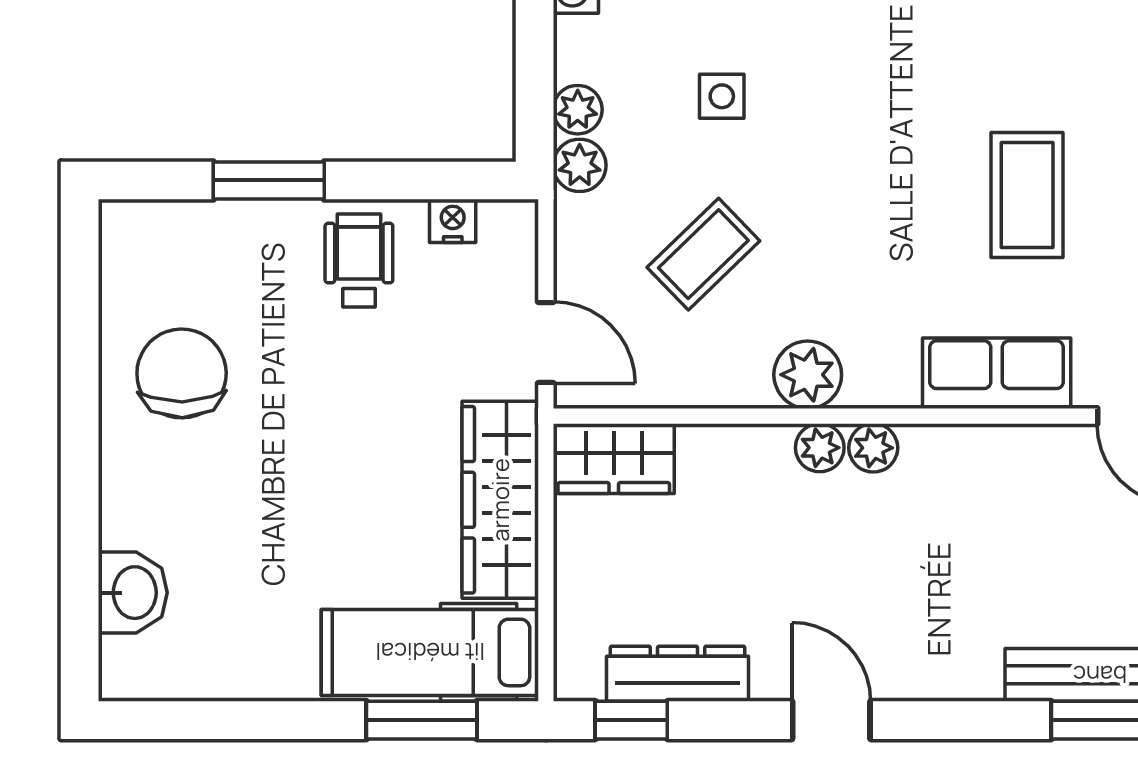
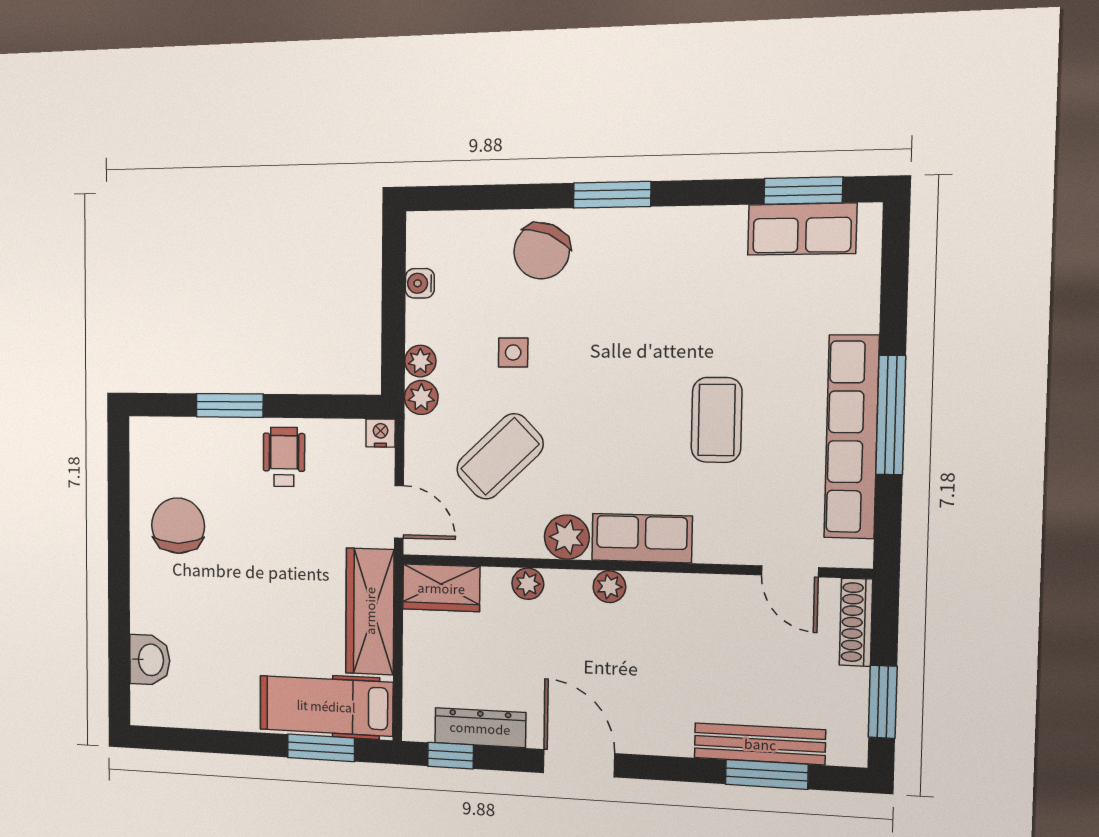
nightstand: (453, 221) -> (380, 433), moved
coffee table: (703, 254) -> (500, 456), width x1.36, depth x1.30
row of seats: (997, 373) -> (642, 538), moved
plant: (820, 448) -> (528, 584), moved
door: (831, 720) -> (579, 763), width x1.38

